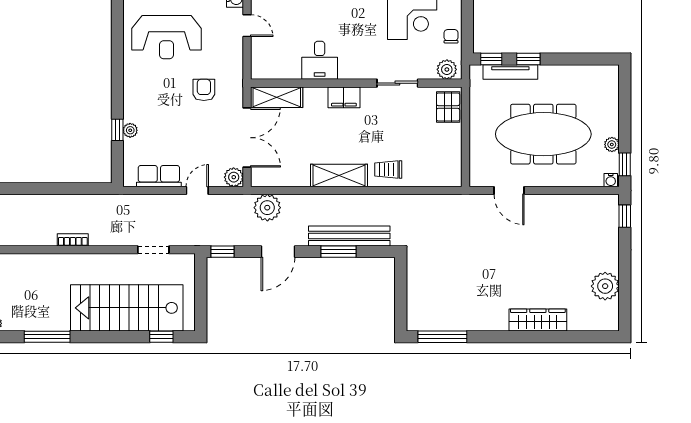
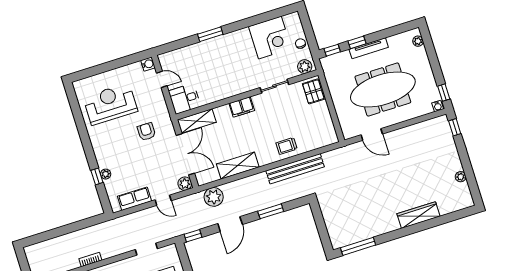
reception desk: (167, 37) -> (110, 104), turned 180
desk: (320, 60) -> (185, 99), moved, turned 90
tv unit: (510, 72) -> (369, 48), moved
plant: (612, 144) -> (418, 41), moved
shelving: (339, 175) -> (238, 166), moved
door: (197, 190) -> (163, 200), swing flipped
bench: (349, 236) -> (295, 169), moved
plant: (605, 286) -> (461, 177), width x0.53, depth x0.53

